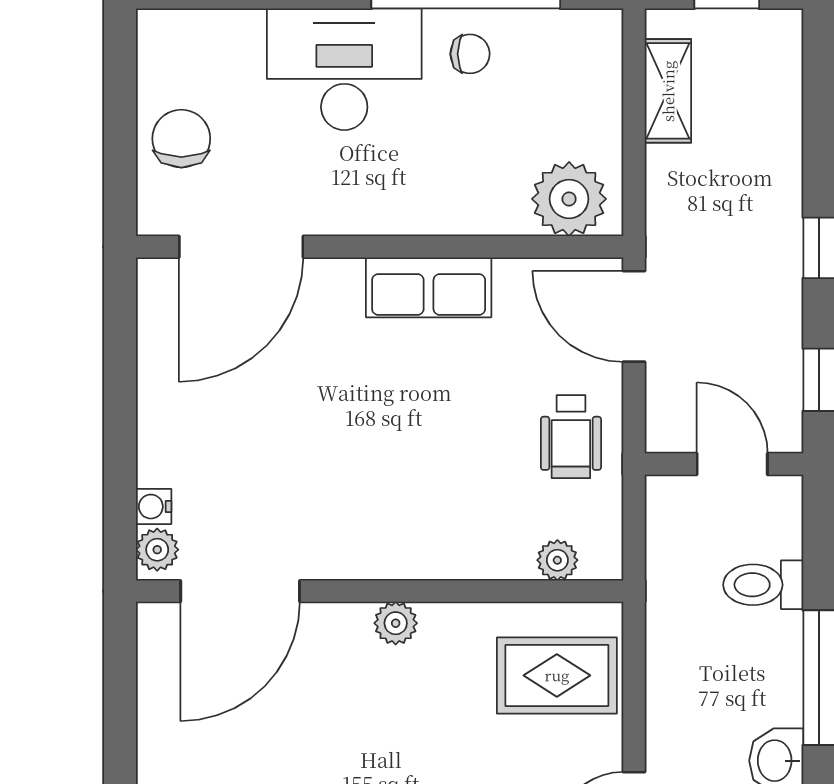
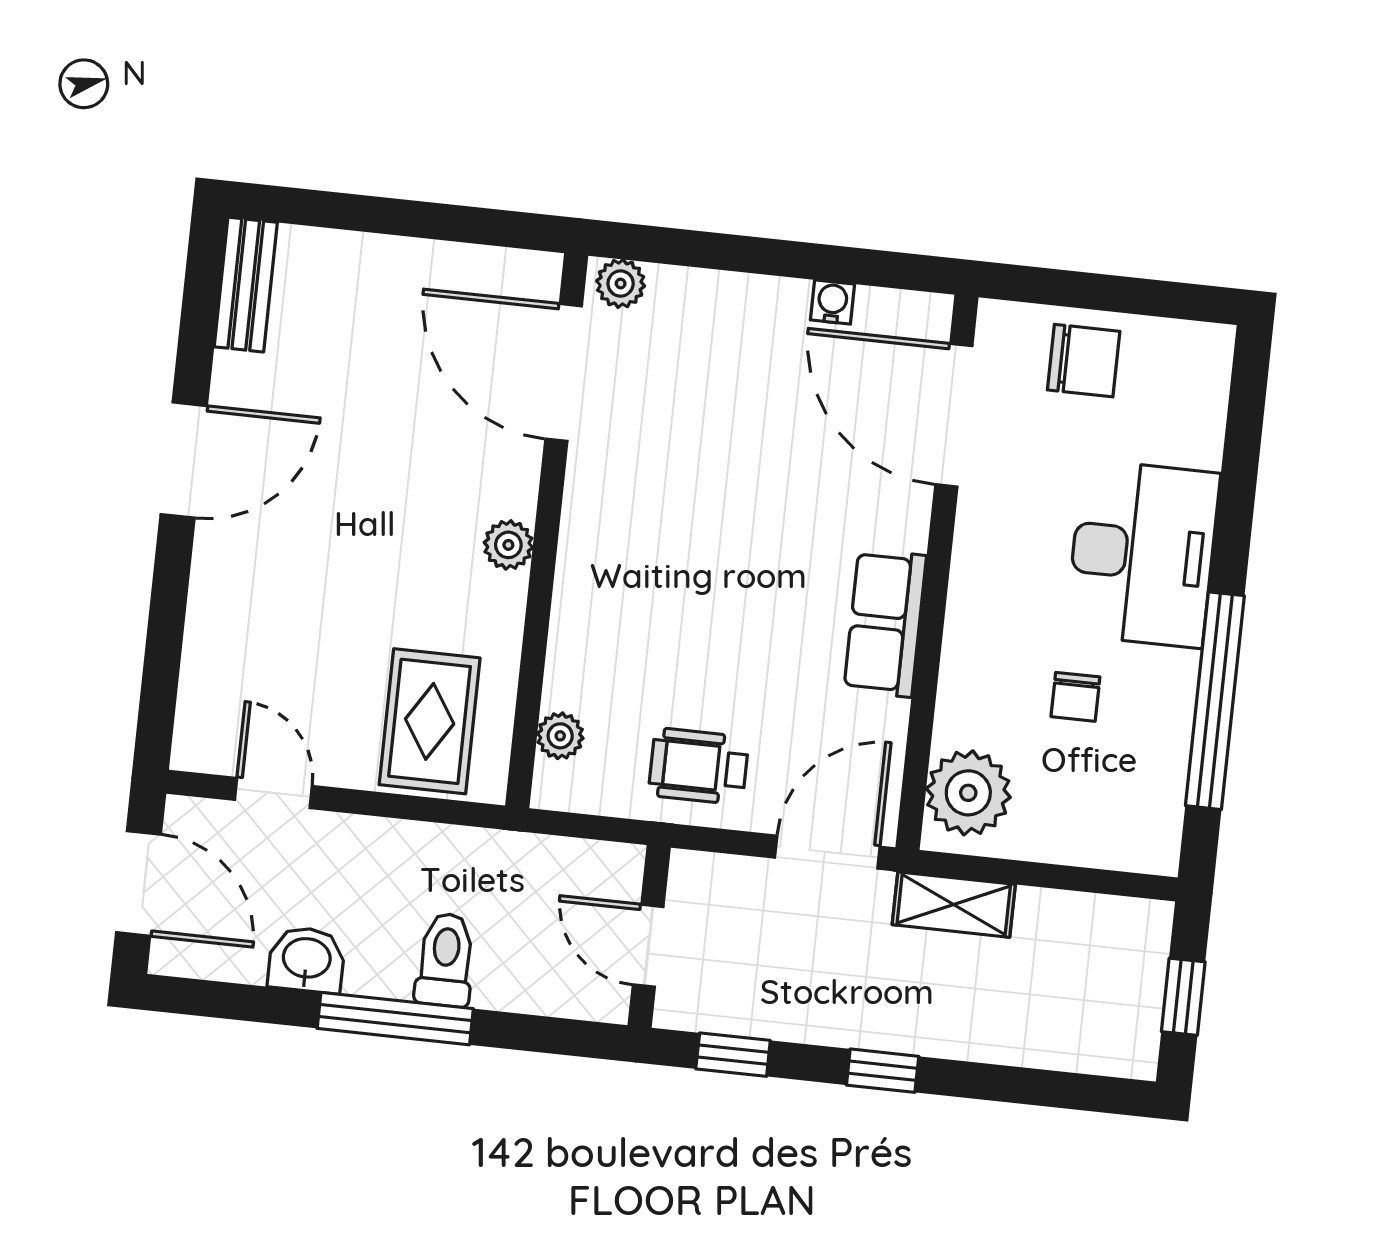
chair: (470, 54) -> (1075, 697), moved
shelving: (668, 91) -> (954, 905), moved
door: (732, 464) -> (648, 946), swing flipped
water cooler: (154, 507) -> (833, 302), moved
toilet: (763, 585) -> (445, 960), moved

